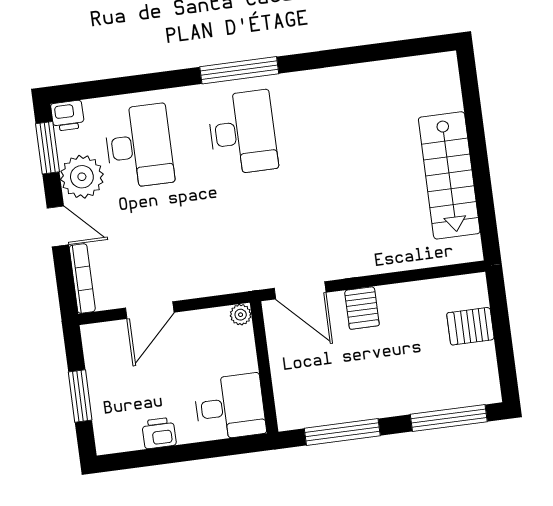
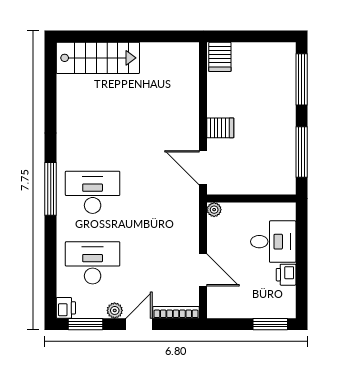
stairs: (449, 175) -> (98, 58), moved
plant: (82, 177) -> (115, 310), width x0.53, depth x0.53
door: (300, 290) -> (203, 168), swing flipped
server rack: (470, 326) -> (220, 57), moved
window: (80, 396) -> (270, 324), moved
desk: (230, 407) -> (273, 242), moved, turned 90

